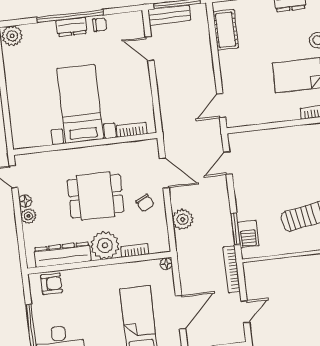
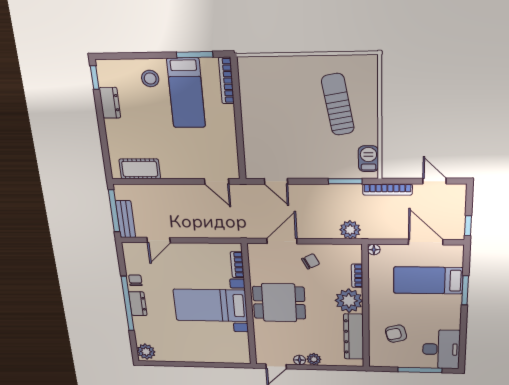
dining table: (96, 196) -> (279, 303), moved, turned 90
plant: (183, 219) -> (350, 230), moved
barbecue: (248, 234) -> (368, 159), moved, turned -90
armchair: (51, 284) -> (396, 334), moved, turned -105

